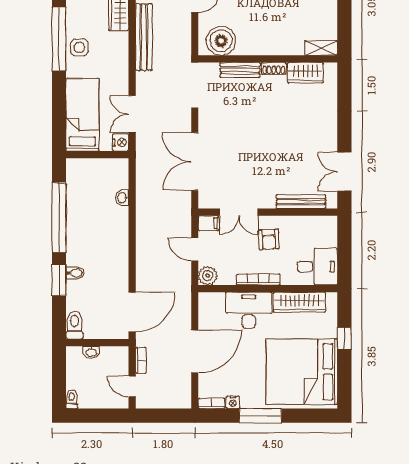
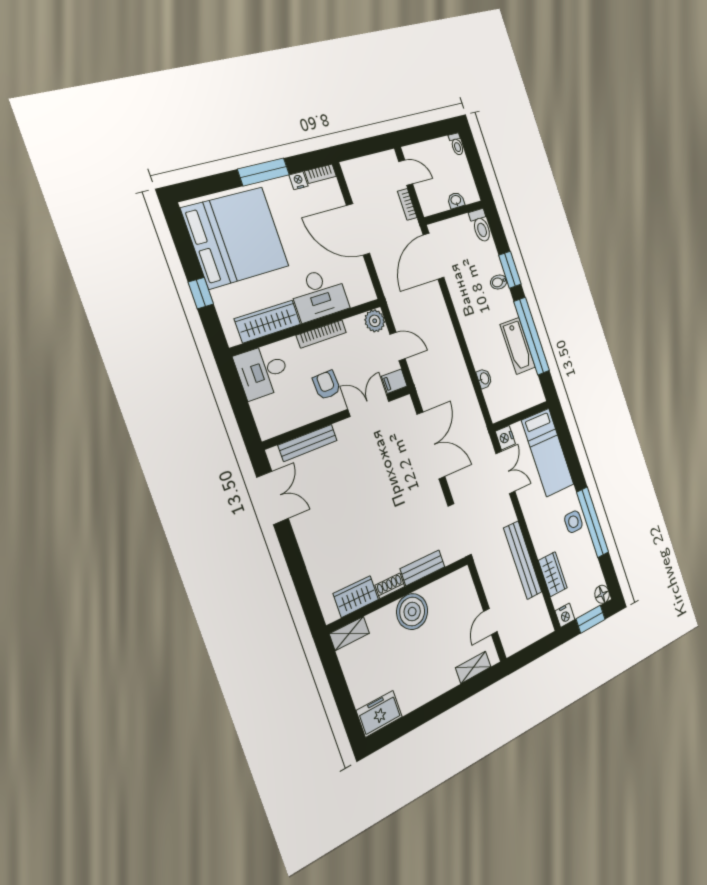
boiler: (221, 41) -> (412, 612), moved
bathtub: (77, 214) -> (518, 346), added
door: (195, 351) -> (358, 230), hinge flipped

